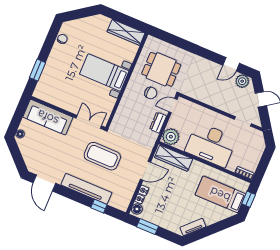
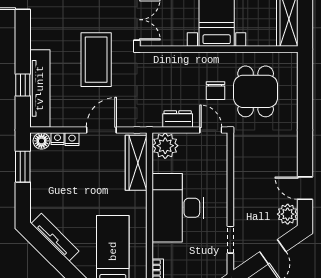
door: (145, 171) -> (101, 130), swing flipped
tv unit: (86, 189) -> (40, 88), moved
tv unit: (193, 227) -> (55, 237), width x1.41

